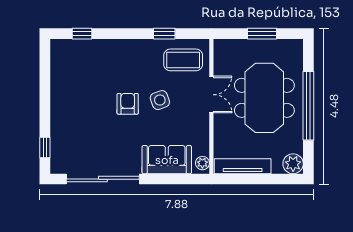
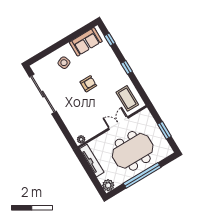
window: (164, 34) -> (127, 67), moved
double door: (211, 95) -> (118, 123), swing flipped
side table: (160, 100) -> (64, 63), moved
window: (45, 147) -> (41, 55), removed
sofa: (167, 160) -> (86, 42), moved, turned 90

